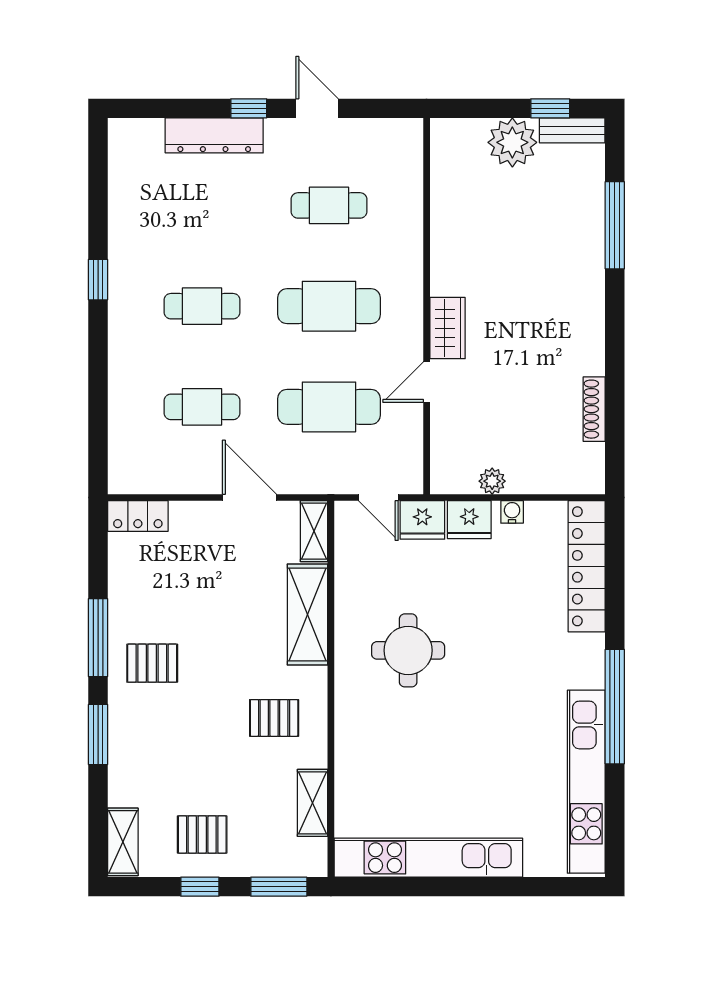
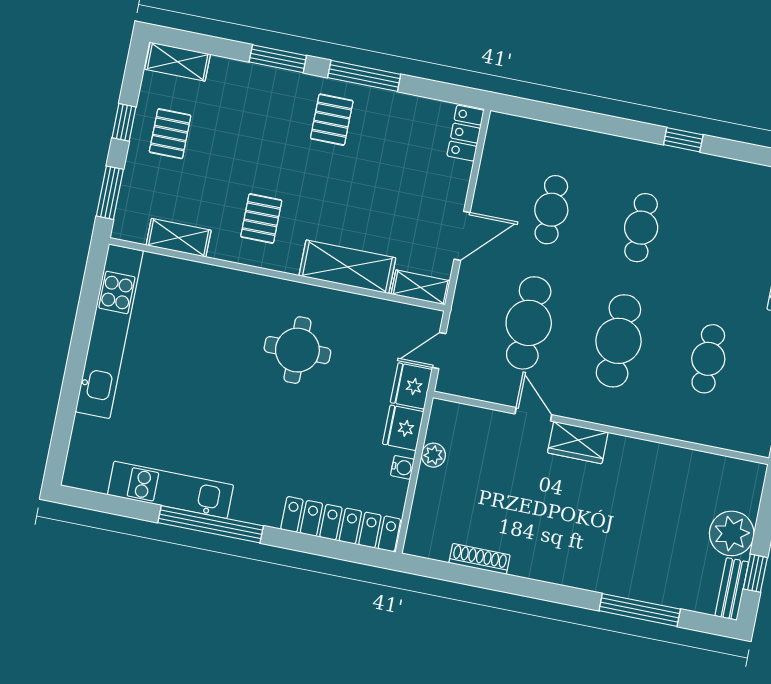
kitchen unit: (586, 782) -> (170, 490), width x0.73

